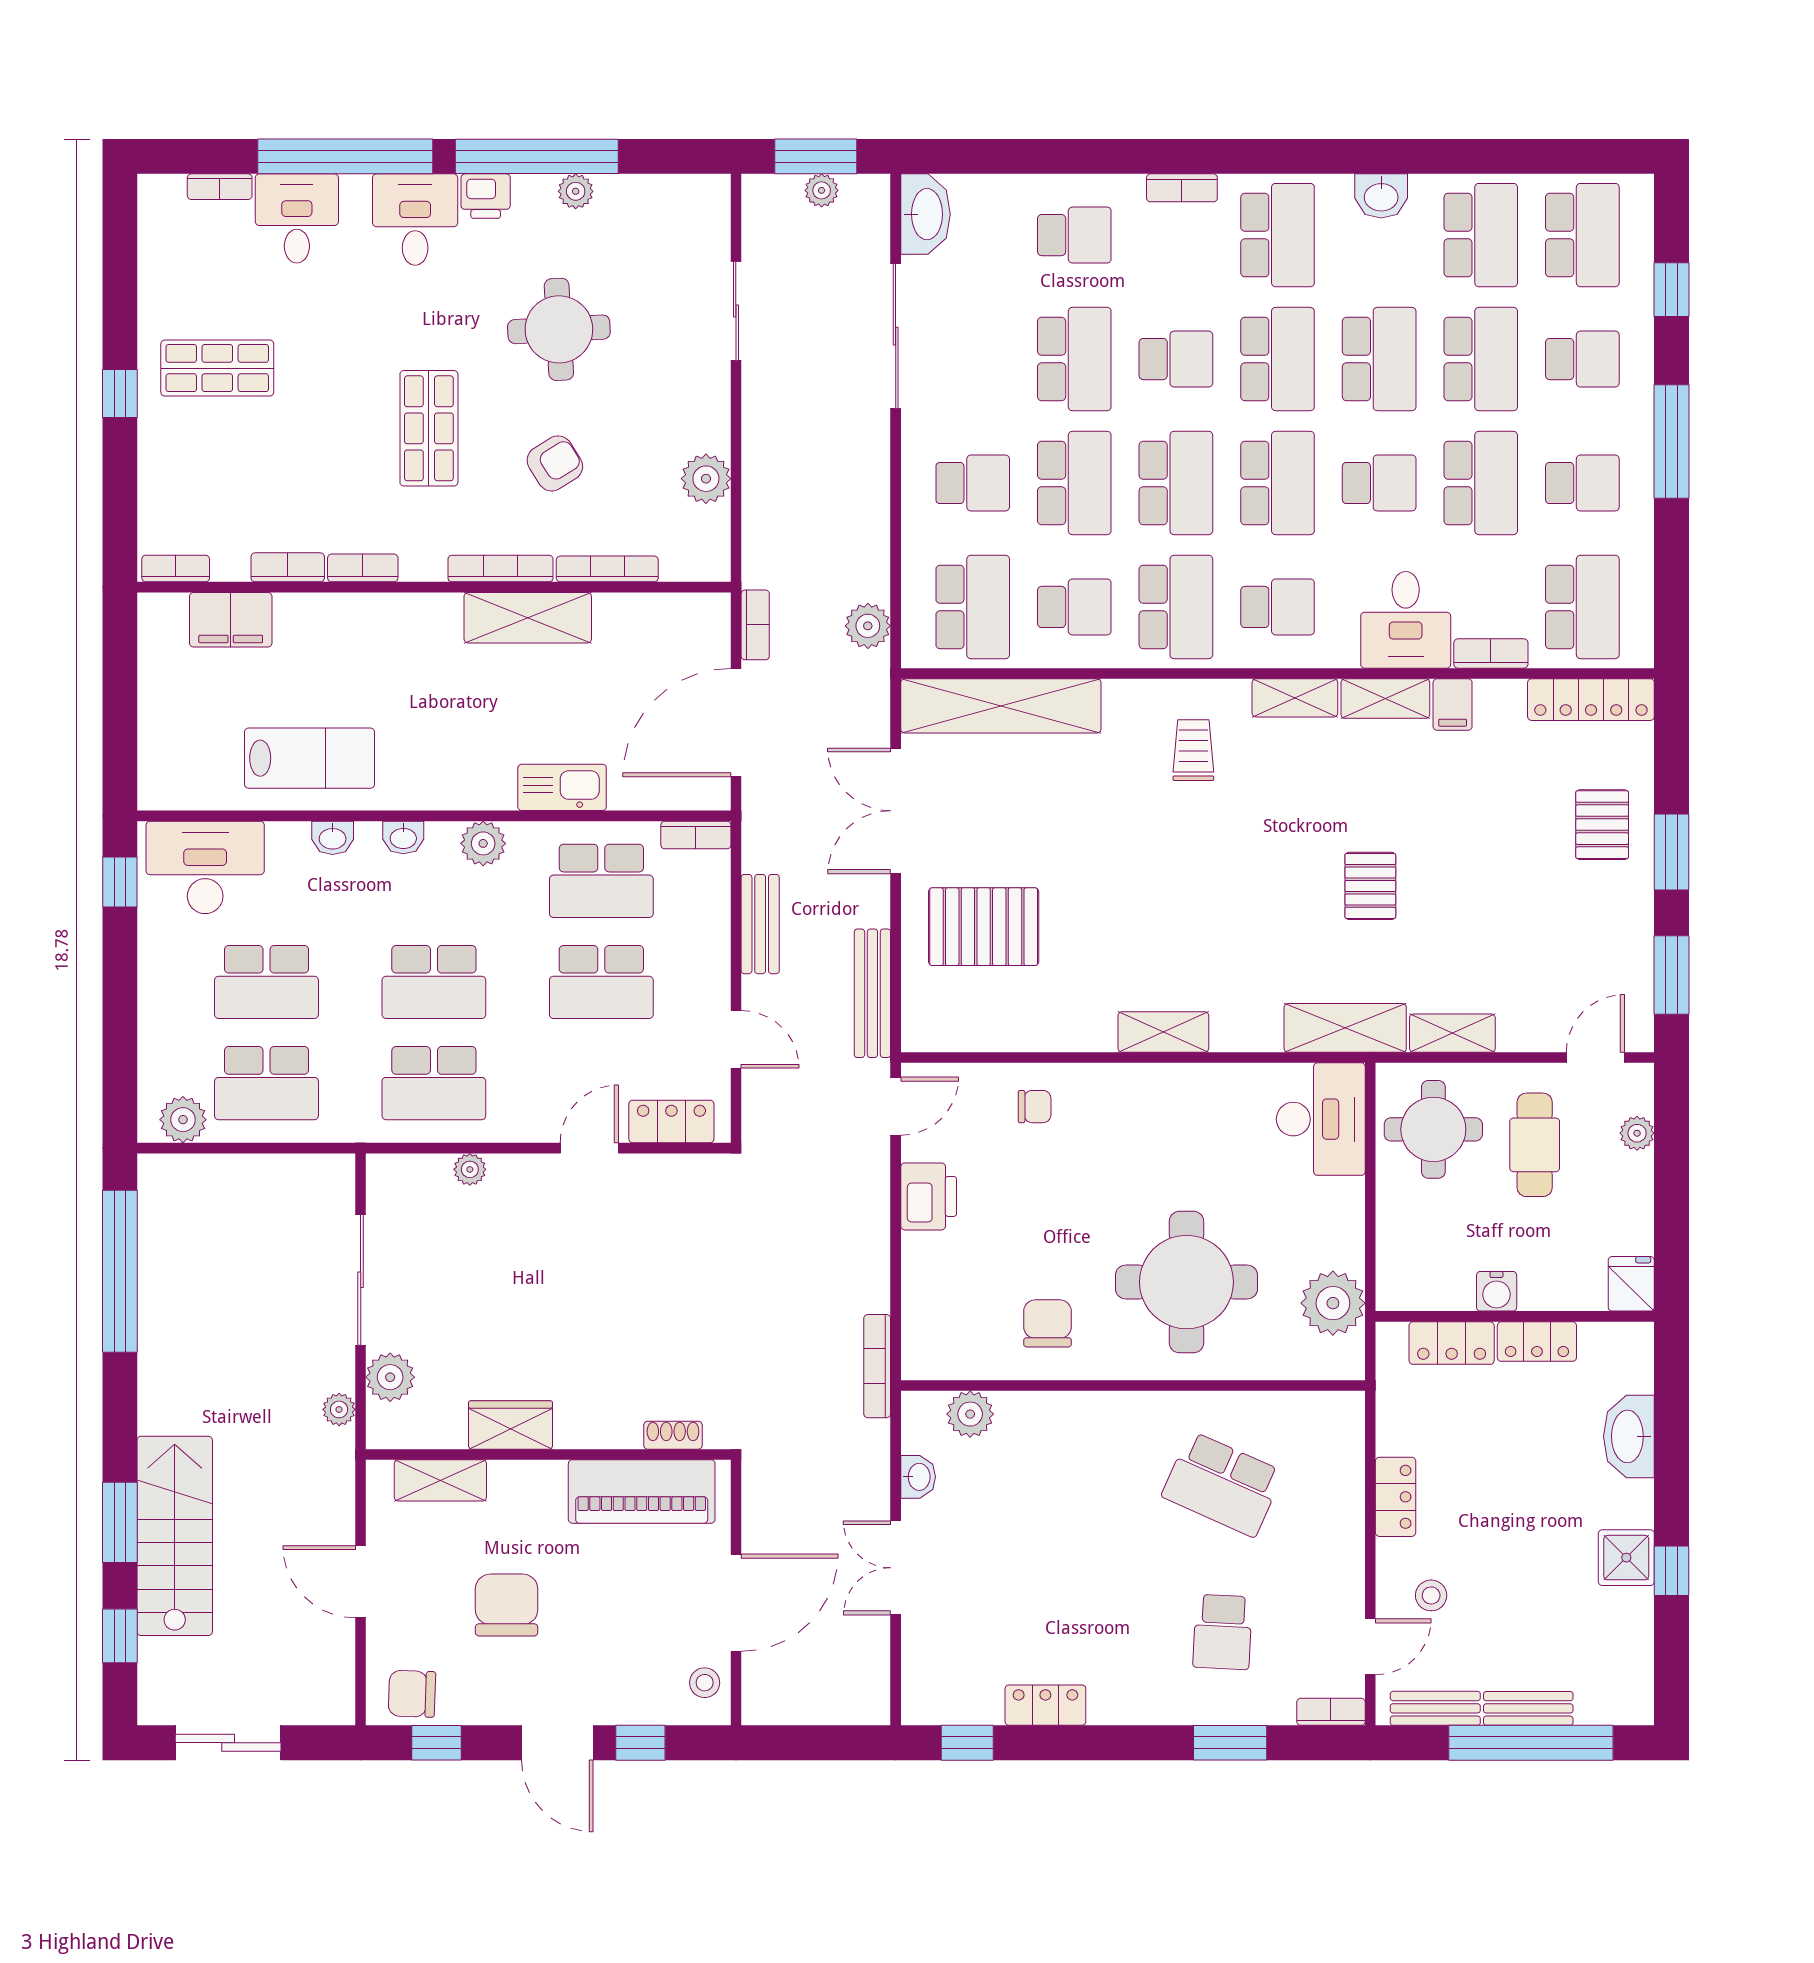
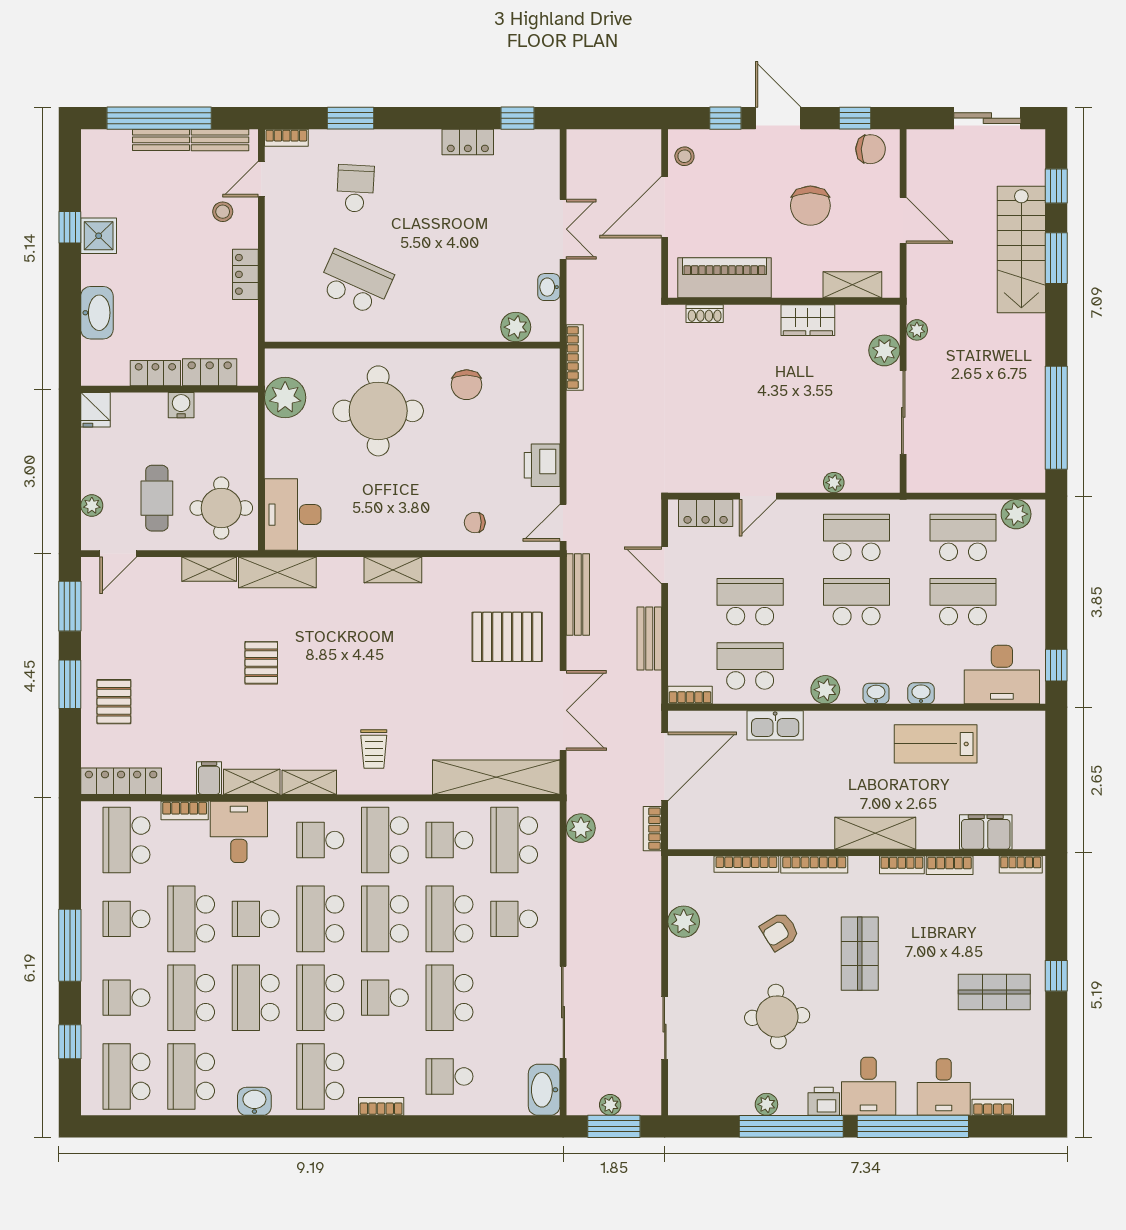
shelving: (528, 618) -> (875, 833), moved

